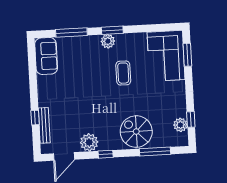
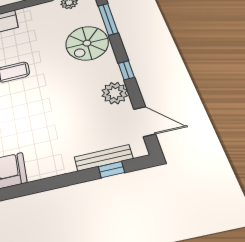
window: (35, 118) -> (111, 170), moved

